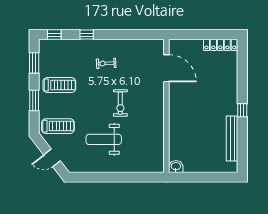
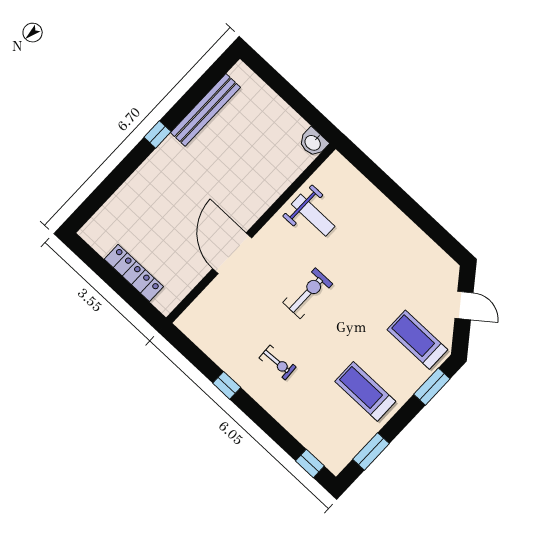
window: (87, 35) -> (227, 385), moved
locker: (220, 45) -> (134, 273), moved
door: (166, 68) -> (232, 253), moved
window: (34, 101) -> (432, 387), moved
weight bench: (104, 139) -> (313, 215), moved, width x0.73, depth x0.75

